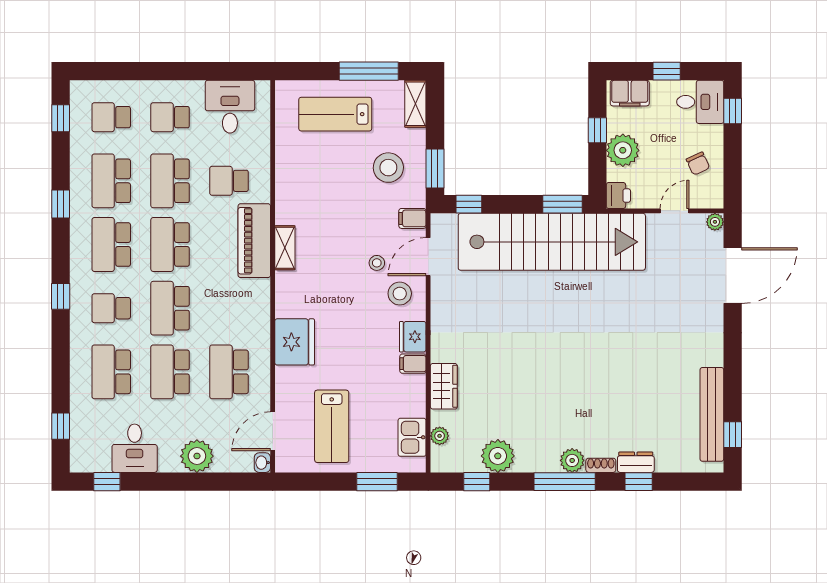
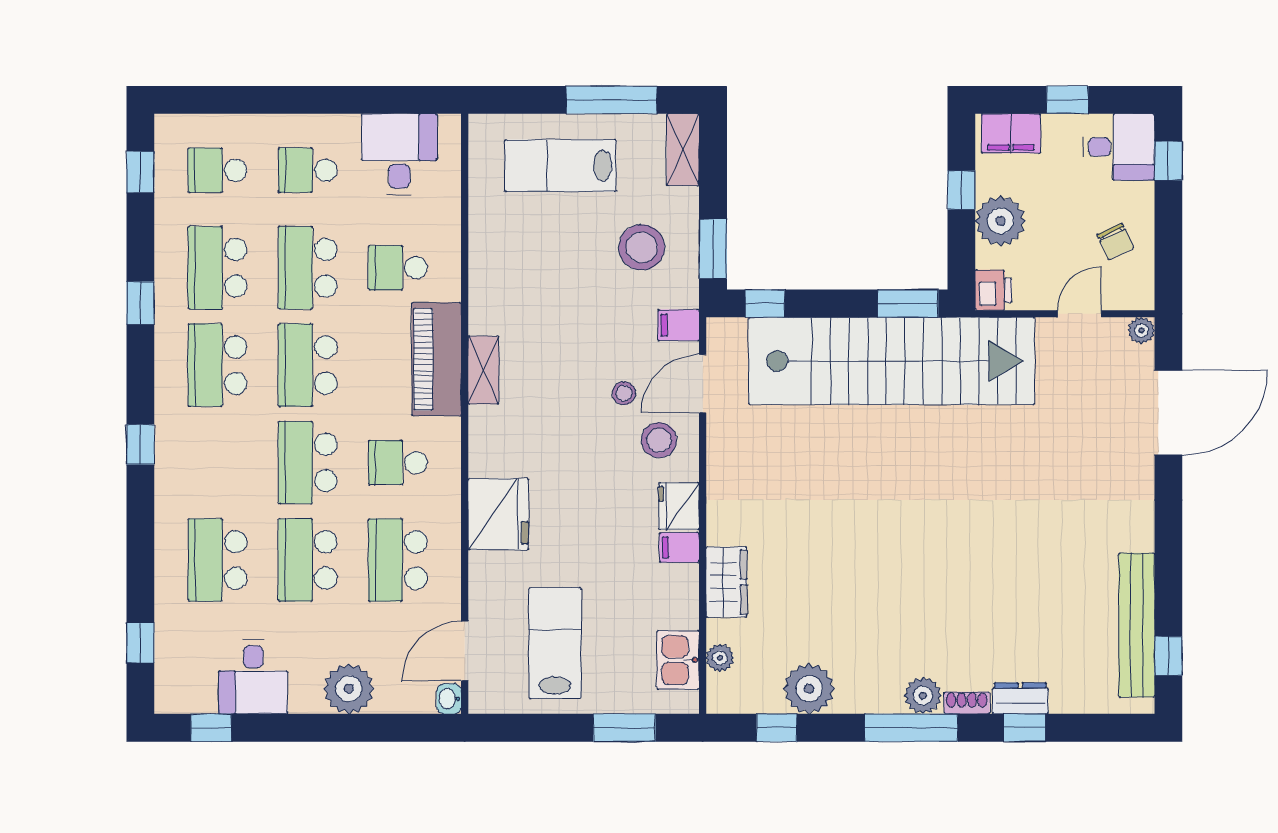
school desk: (111, 308) -> (398, 463), moved
lab bench: (332, 426) -> (555, 643), turned 180

